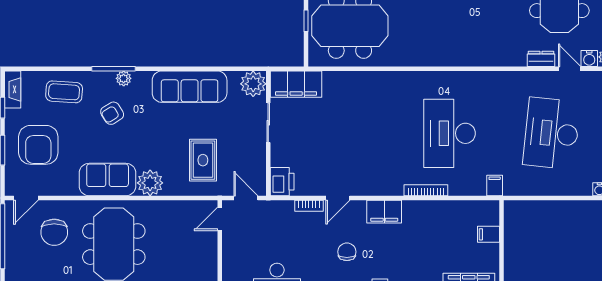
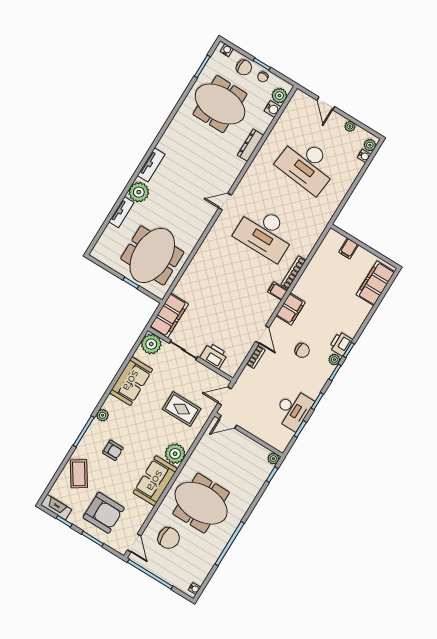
dresser: (541, 59) -> (250, 145), width x1.44
door: (570, 69) -> (225, 202), moved
plant: (124, 78) -> (103, 415), moved
sofa: (190, 87) -> (131, 381), width x0.73
coffee table: (64, 92) -> (79, 474), turned -37
armchair: (112, 113) -> (113, 450), turned -58
printer: (282, 182) -> (214, 356), moved
filing cabinet: (495, 185) -> (278, 291), moved
door: (220, 219) -> (228, 422), hinge flipped
chair: (347, 252) -> (302, 350), turned 180

